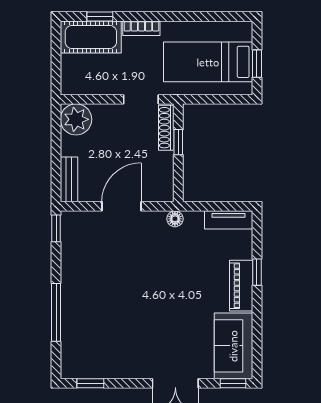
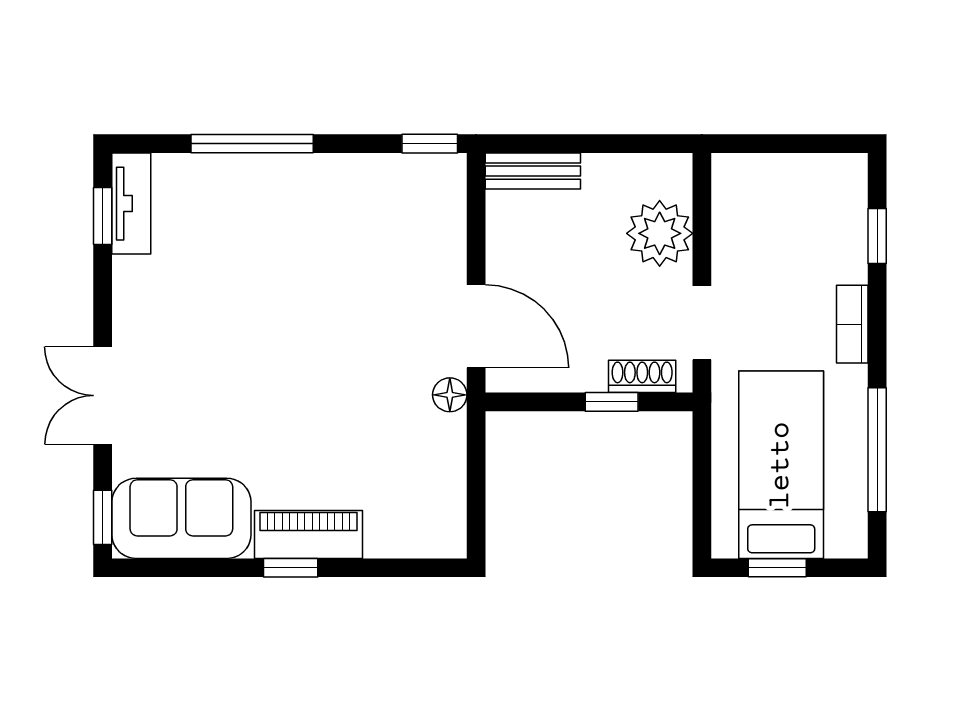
window: (201, 16) -> (877, 450), added
cot: (91, 37) -> (834, 217), removed
plant: (76, 119) -> (660, 233), moved
shoe rack: (166, 128) -> (642, 376), width x0.70
door: (121, 206) -> (476, 326), moved
tv unit: (229, 220) -> (131, 204), moved, turned 180
window: (257, 272) -> (291, 568), moved

